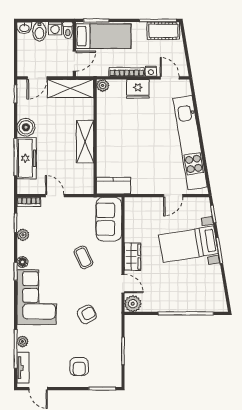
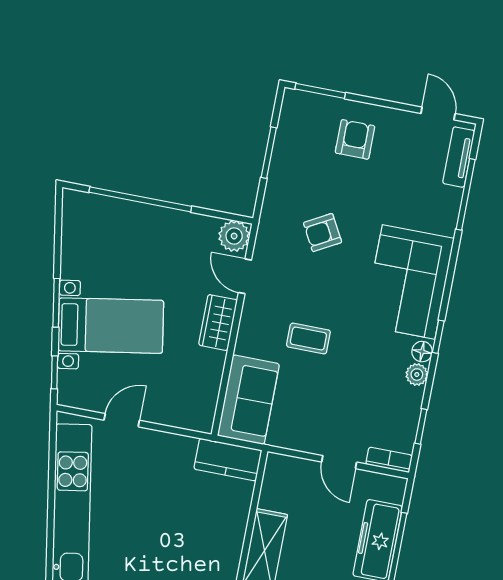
plant: (23, 235) -> (417, 375), moved
coffee table: (83, 257) -> (308, 338), turned -65
plant: (23, 341) -> (450, 206), removed

